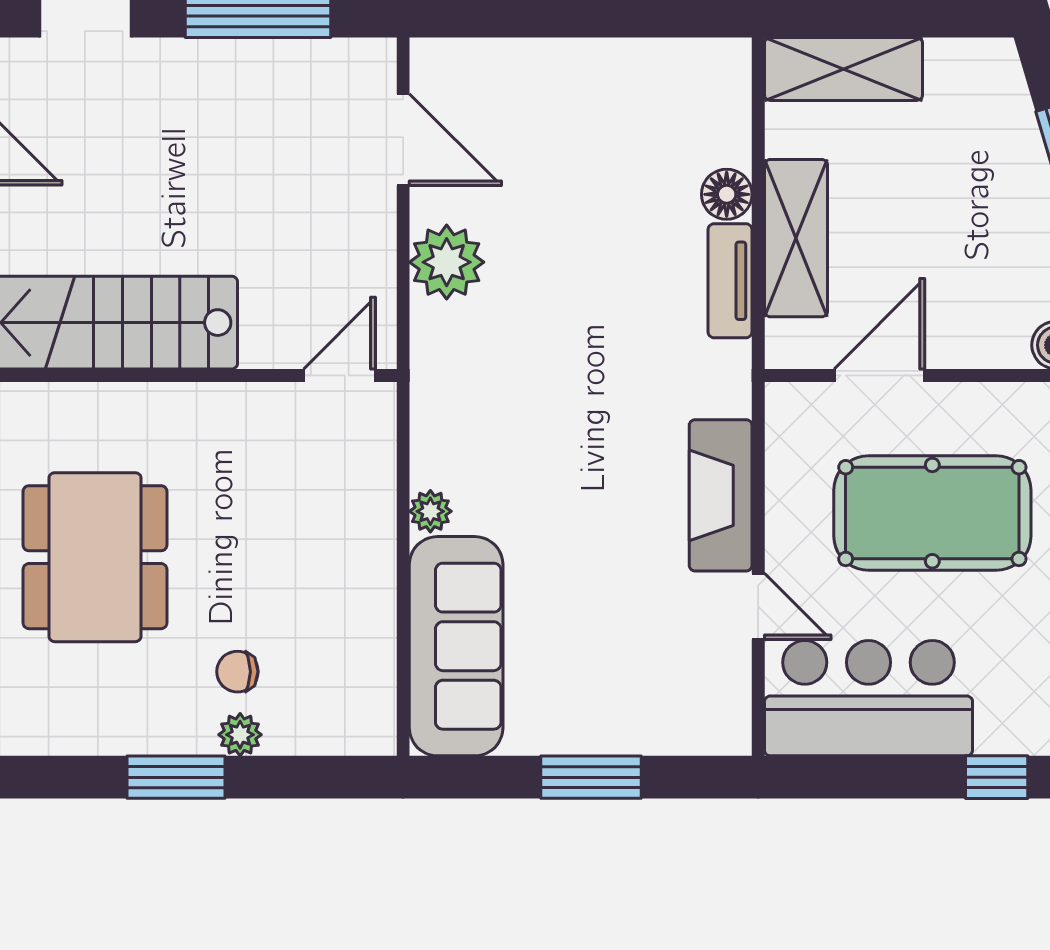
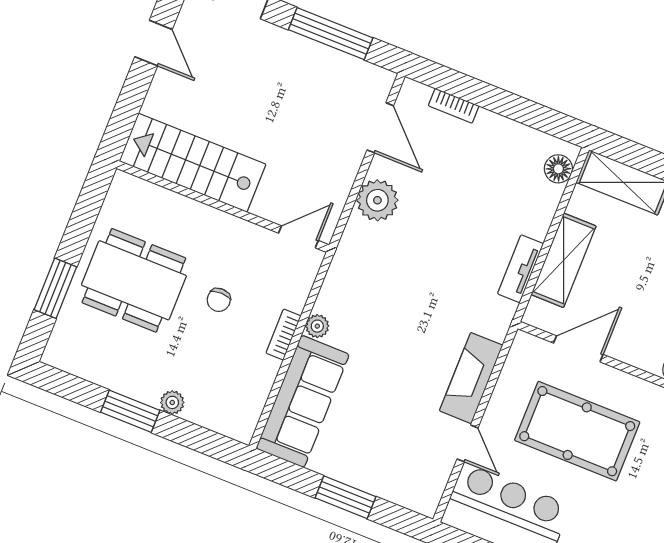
bookcase: (511, 54) -> (454, 106), added
floor lamp: (727, 194) -> (558, 169), moved
bookcase: (380, 548) -> (283, 334), added
dining table: (95, 557) -> (134, 280), turned 90
chair: (237, 672) -> (219, 300), moved, turned -90

